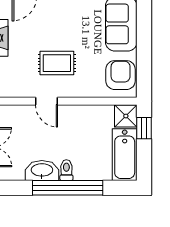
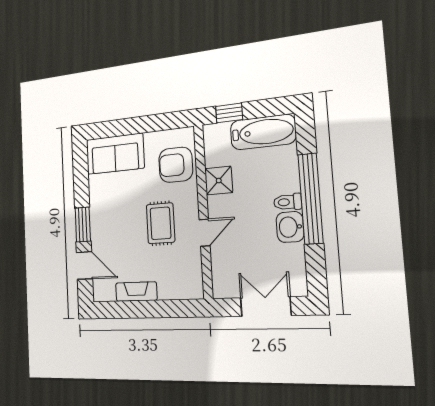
armchair: (121, 75) -> (176, 165), moved
shower: (126, 116) -> (219, 181), moved
washbasin: (42, 171) -> (290, 227), width x0.72

